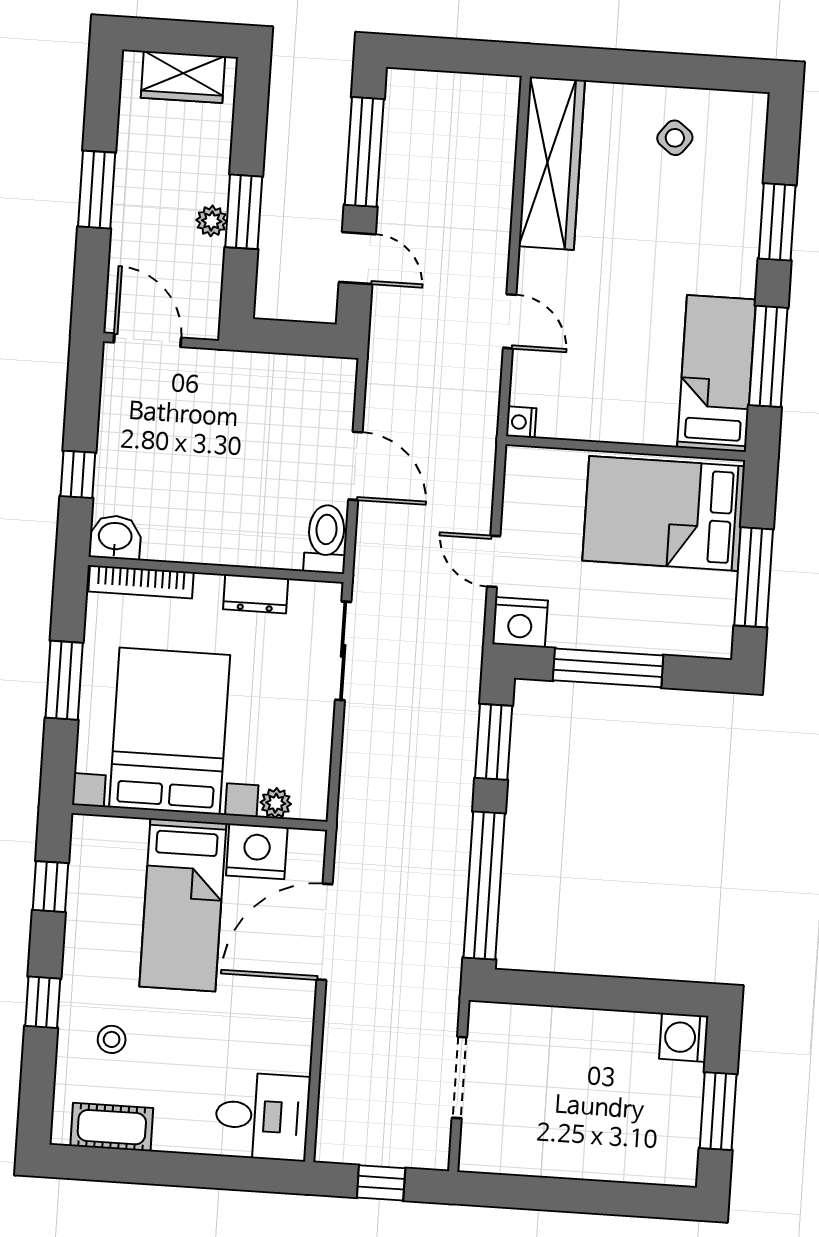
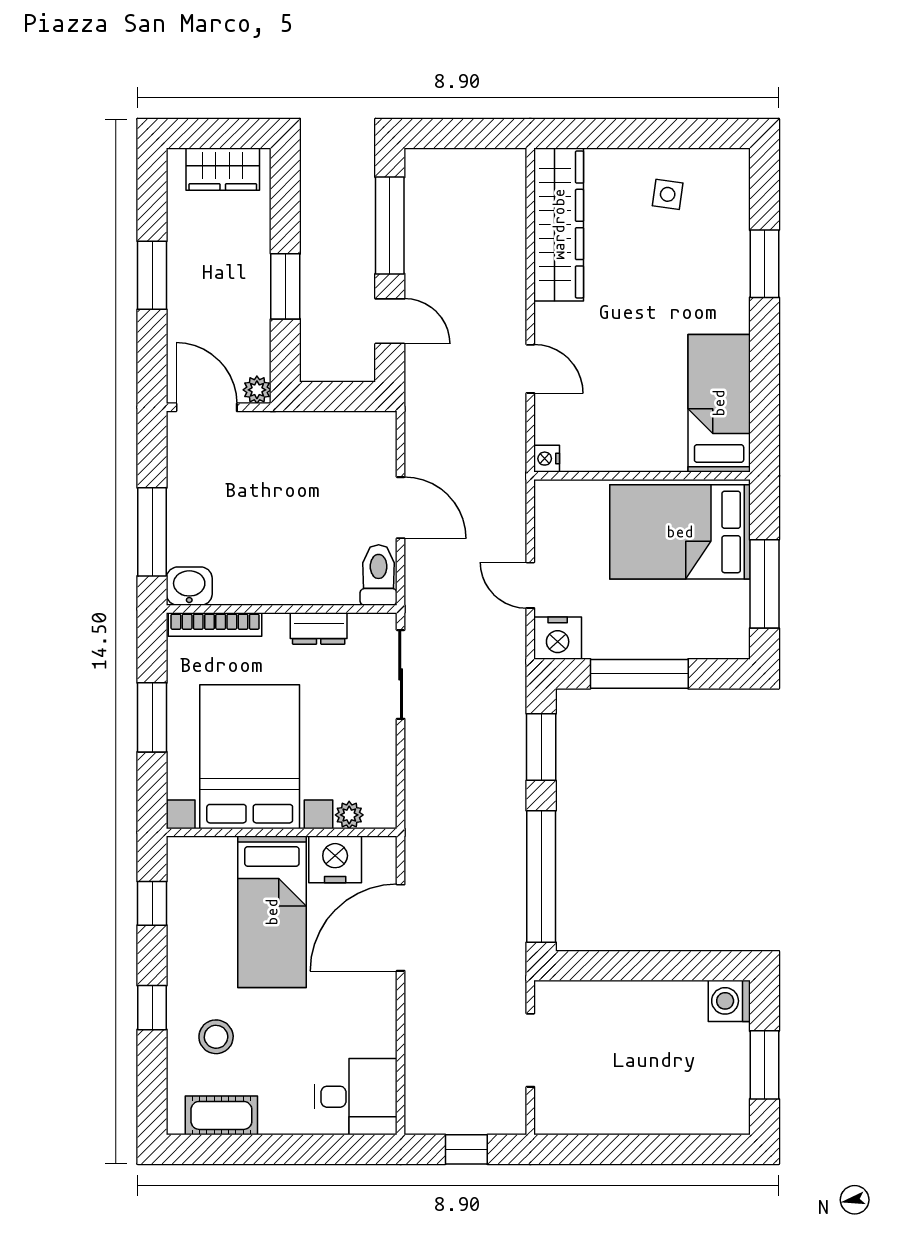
side table: (675, 138) -> (668, 194), turned -30
plant: (212, 221) -> (257, 390), moved
window: (768, 356) -> (764, 385), removed
window: (78, 474) -> (152, 532), width x2.17
stool: (112, 1039) -> (216, 1037), width x1.37, depth x1.37

